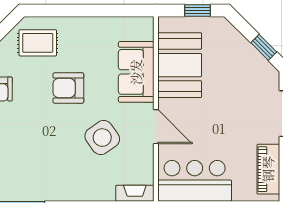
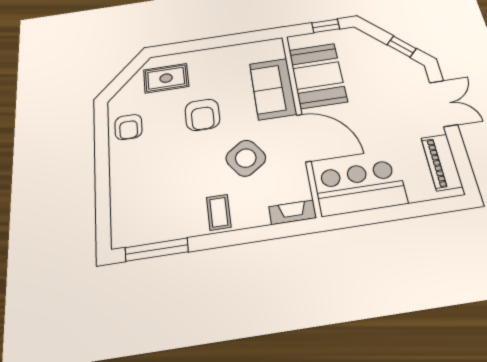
armchair: (68, 88) -> (202, 115), turned -90
door: (156, 127) -> (304, 138), width x1.36
coffee table: (73, 183) -> (219, 212), added

